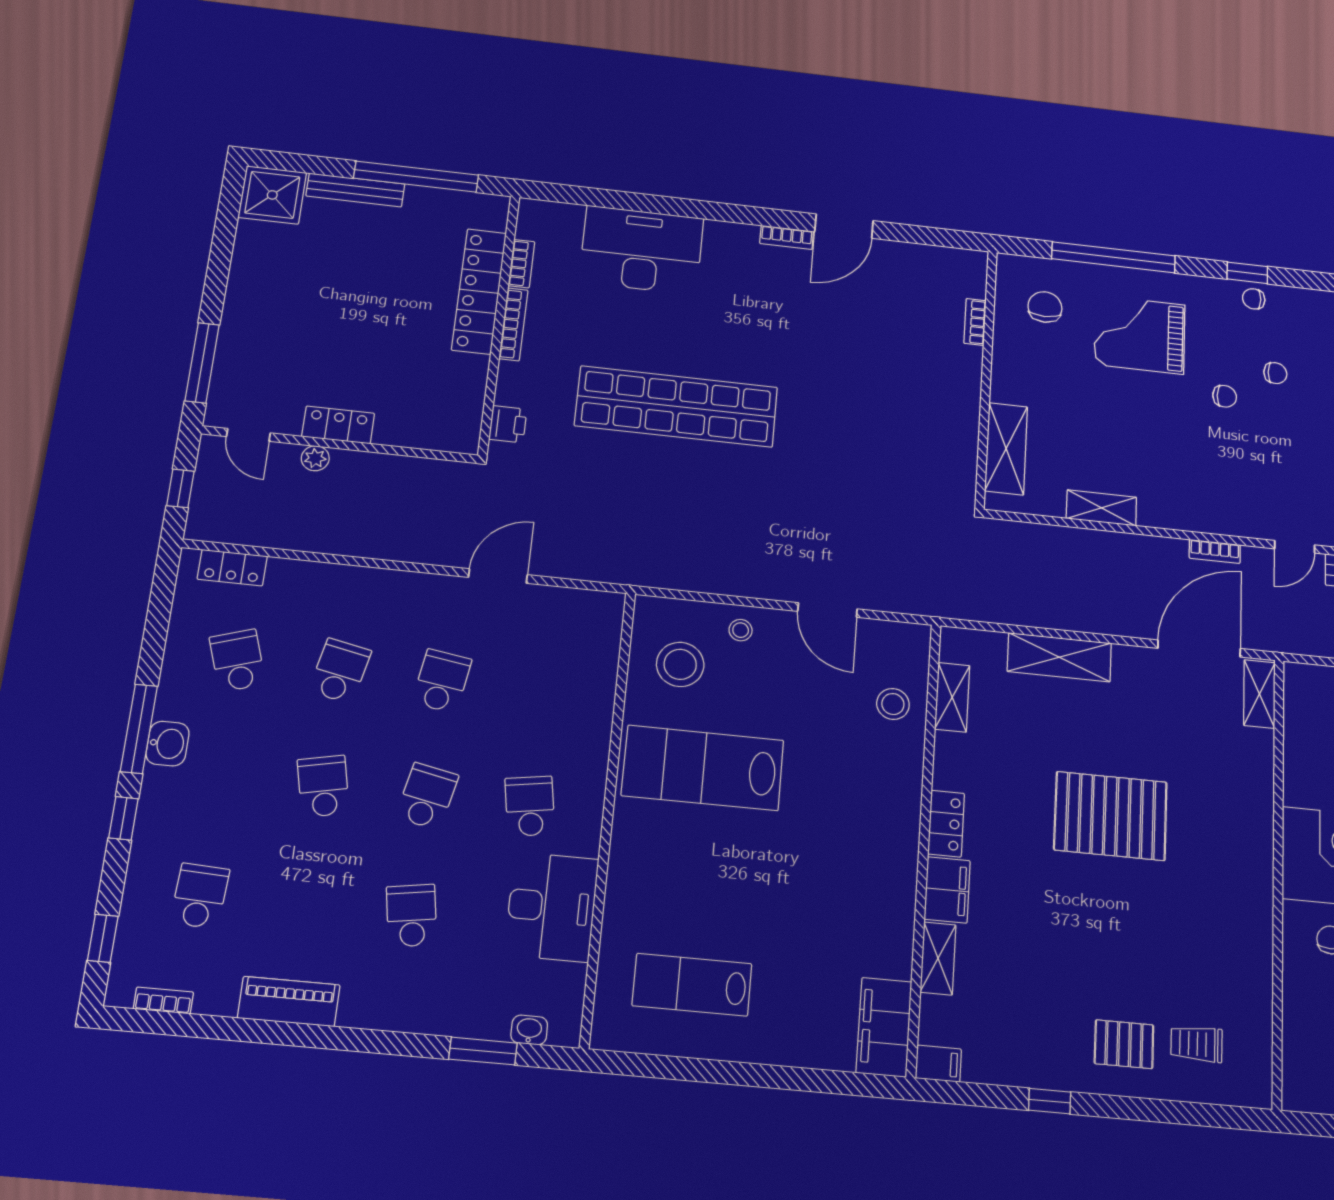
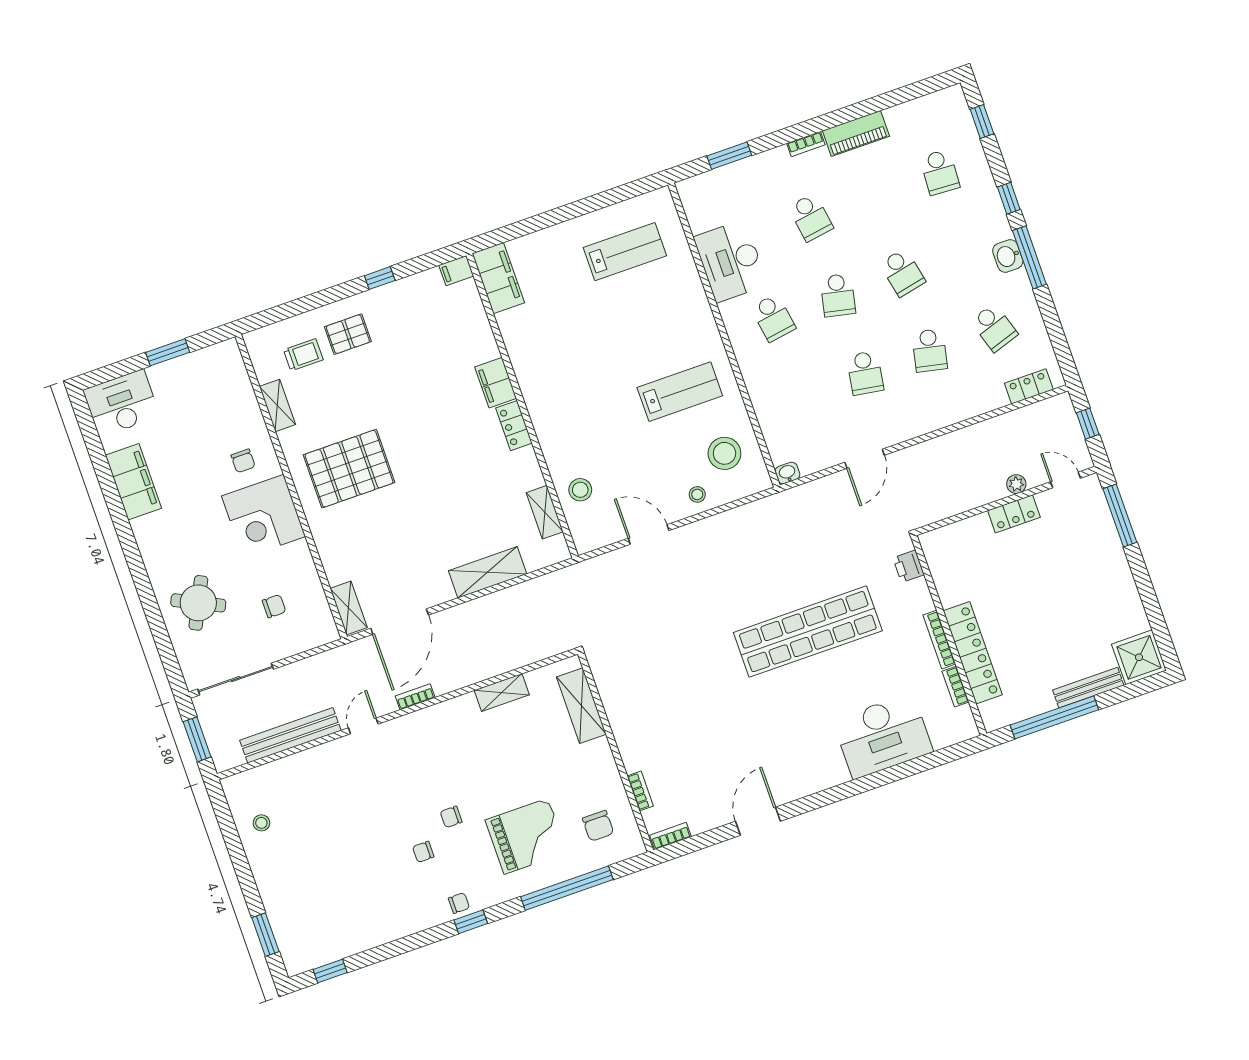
bookcase: (787, 237) -> (670, 836), moved
lab bench: (703, 768) -> (680, 392), width x0.73, depth x0.72
pallet: (1111, 816) -> (349, 469), moved
shelving: (938, 958) -> (277, 405), moved
bookcase: (163, 1000) -> (806, 144), moved
washbasin: (529, 1030) -> (787, 473), moved, turned 180

